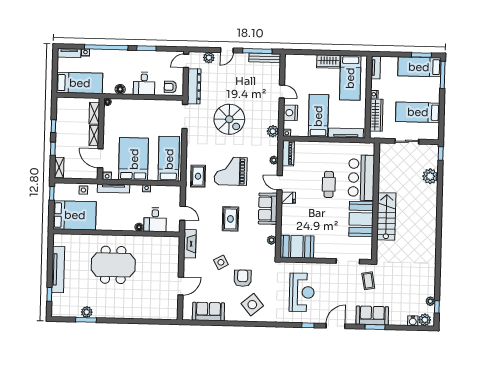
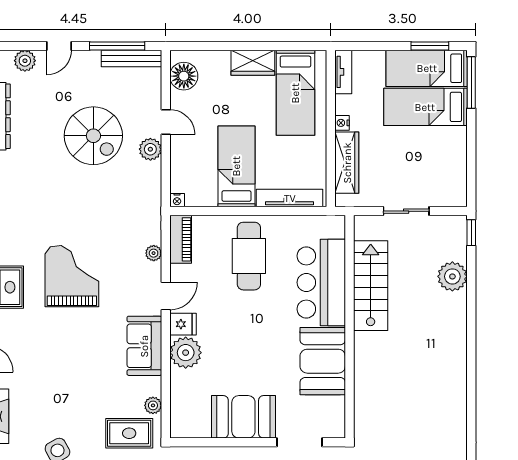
floor lamp: (292, 68) -> (184, 76), added
bed: (418, 112) -> (425, 107), moved
nightstand: (290, 113) -> (183, 162), removed
spiral stairs: (229, 119) -> (93, 136), moved
plant: (273, 131) -> (150, 149), moved
grand piano: (231, 171) -> (72, 276), turned 90
door: (280, 183) -> (166, 296), swing flipped
cafe table: (329, 184) -> (249, 256), moved, width x1.37, depth x1.35
plant: (289, 213) -> (186, 353), added
stairs: (386, 216) -> (371, 286), moved
rug: (230, 219) -> (129, 433), moved, turned 90
booth: (297, 247) -> (243, 417), moved

